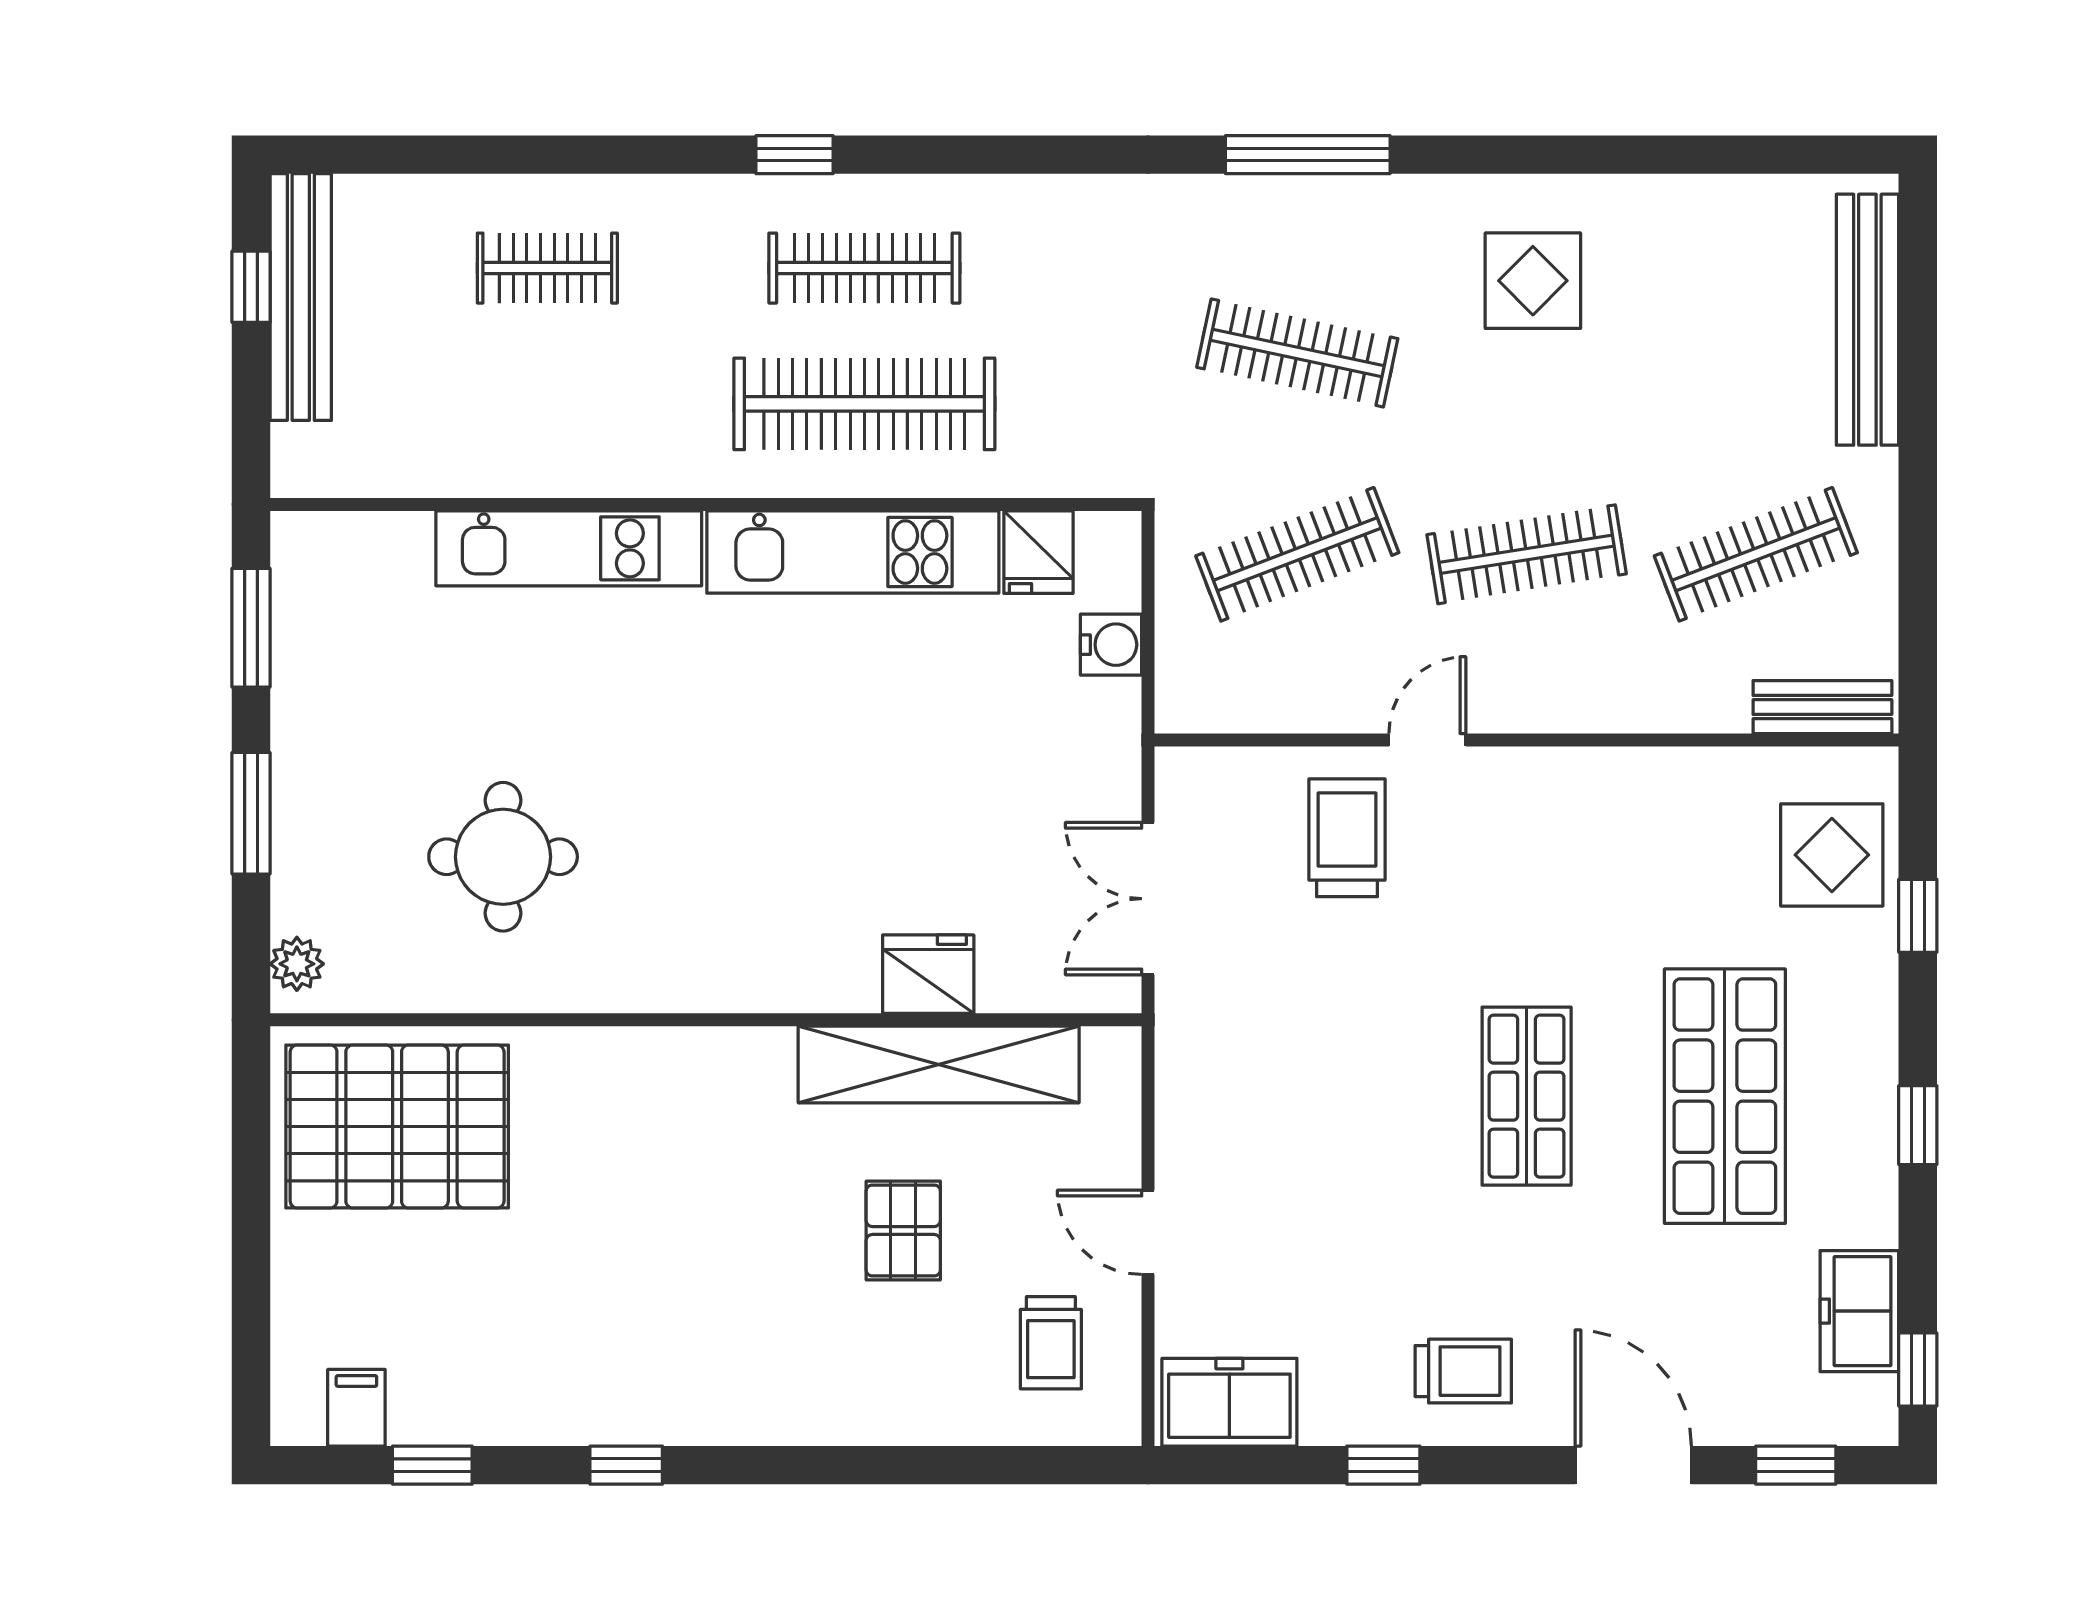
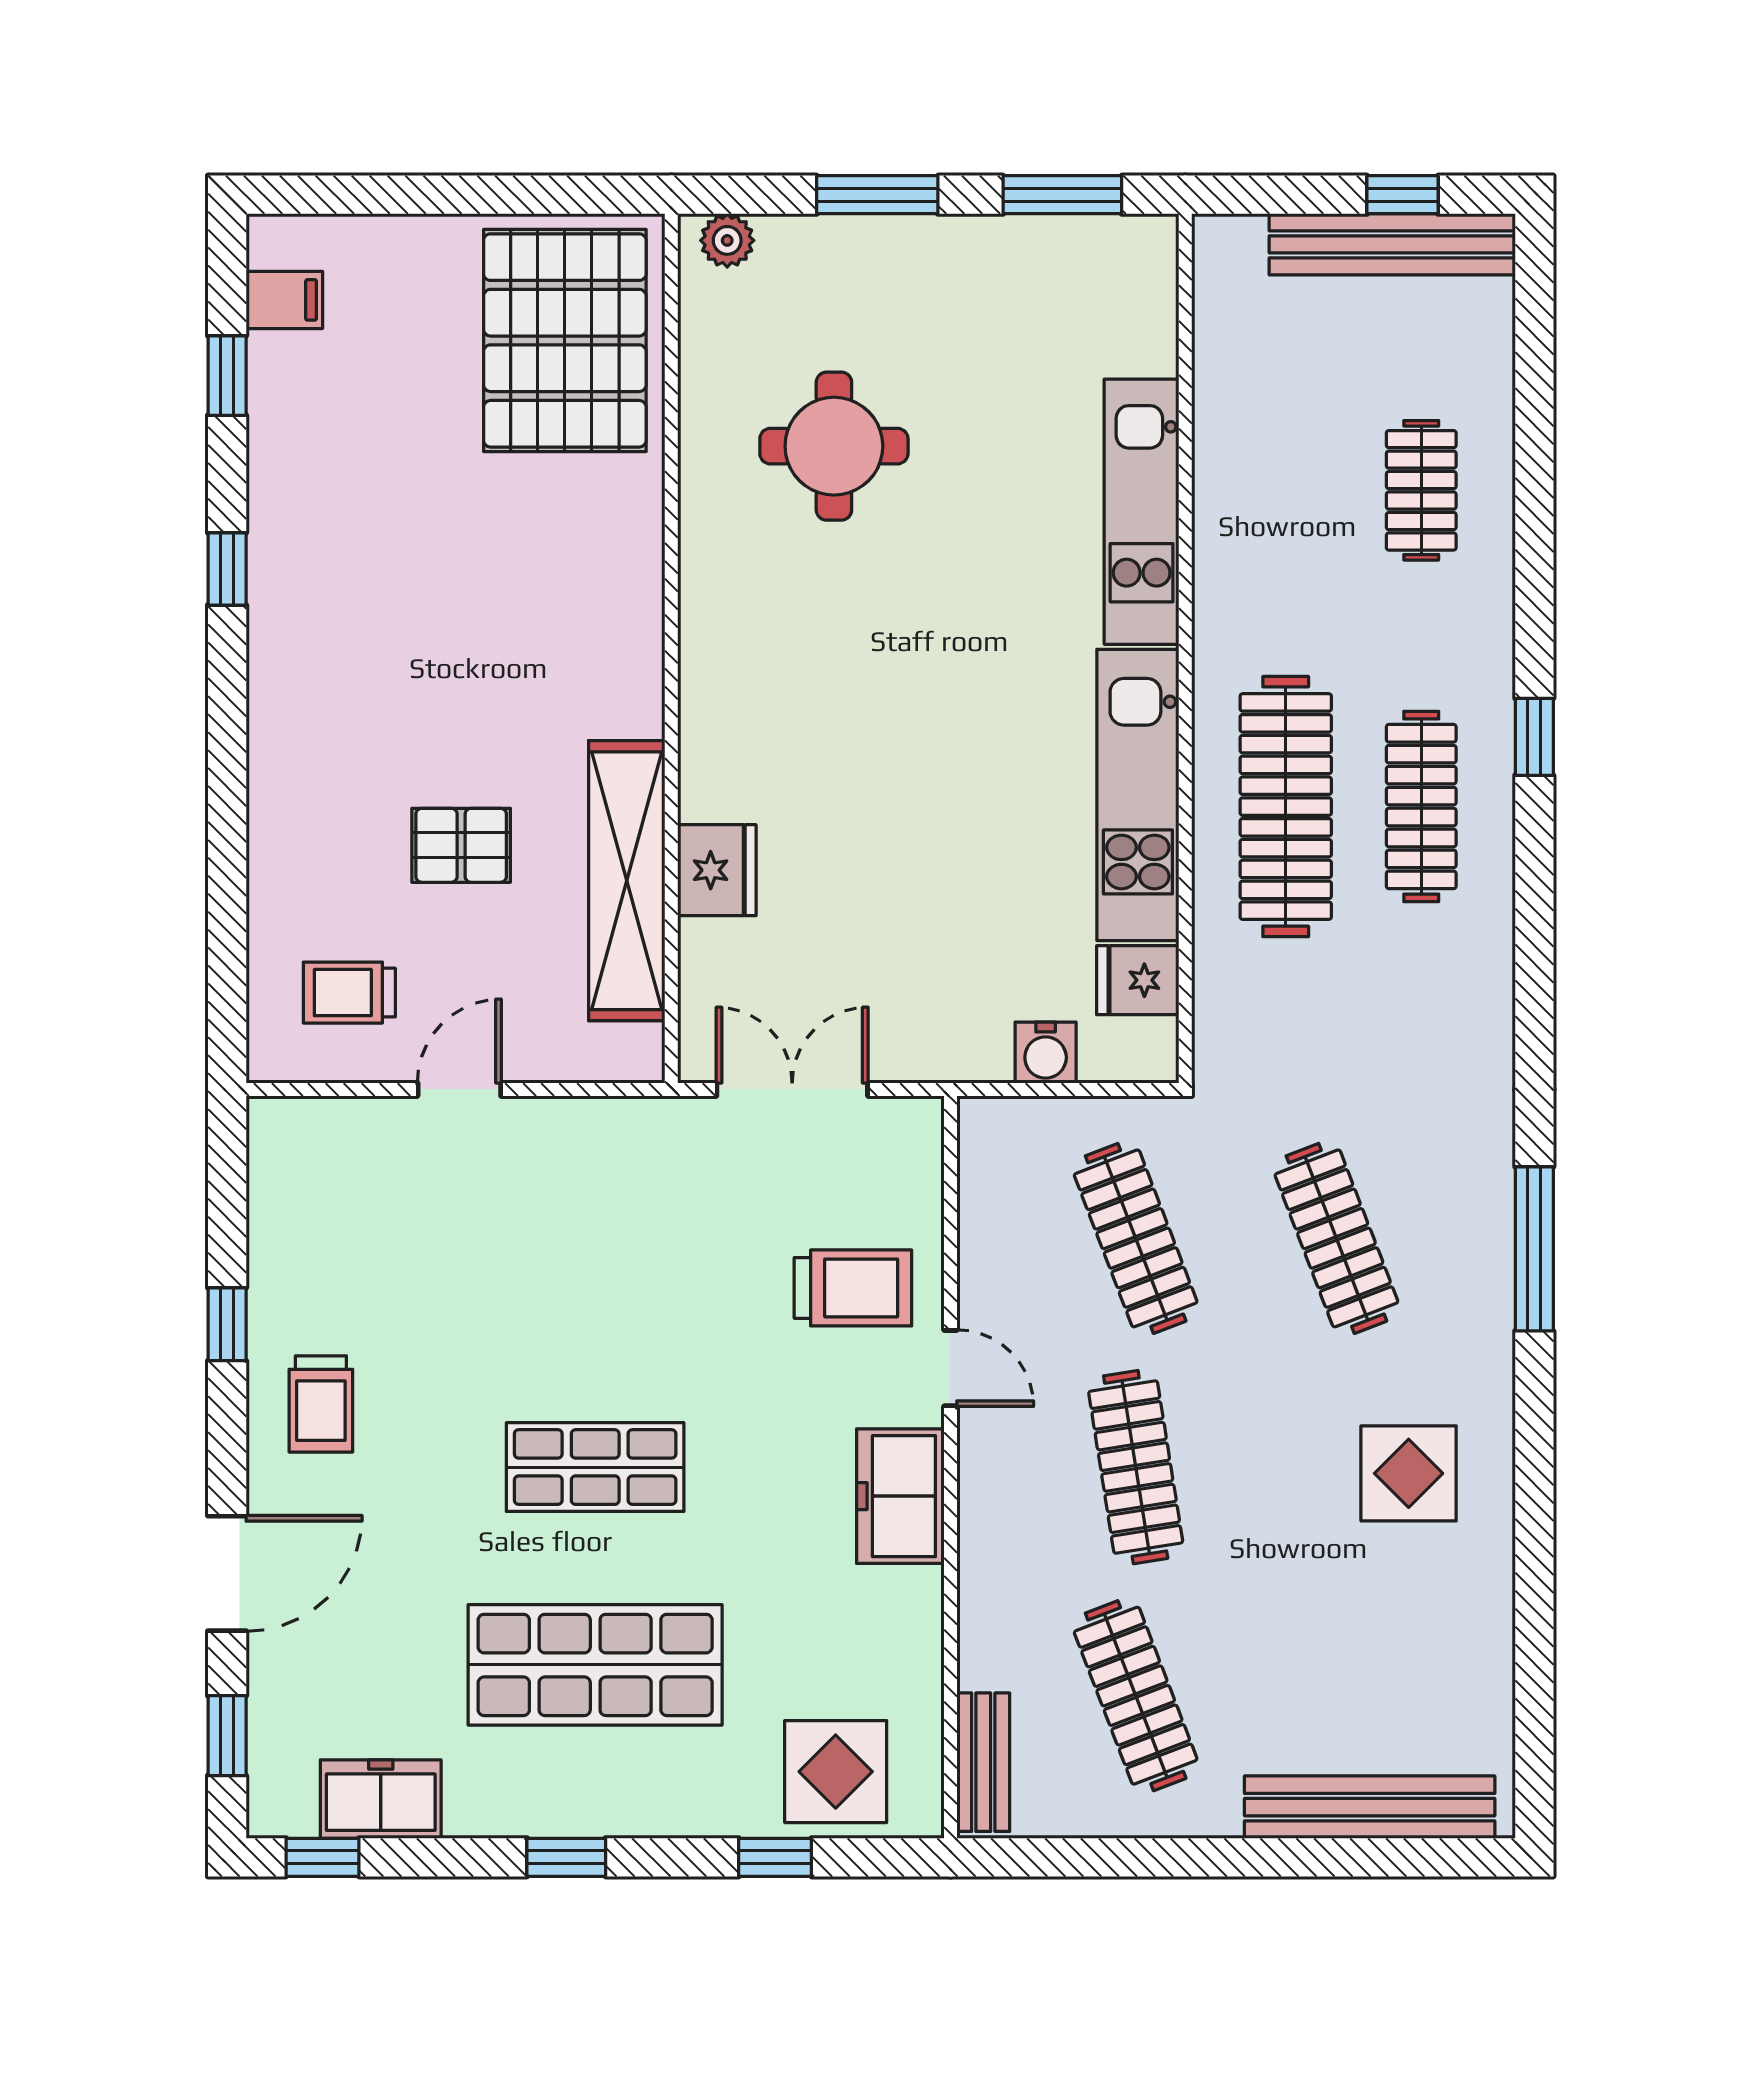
clothes rail: (1297, 353) -> (1336, 1238), turned -33
freezer: (1229, 1402) -> (900, 1496), moved, turned 180

